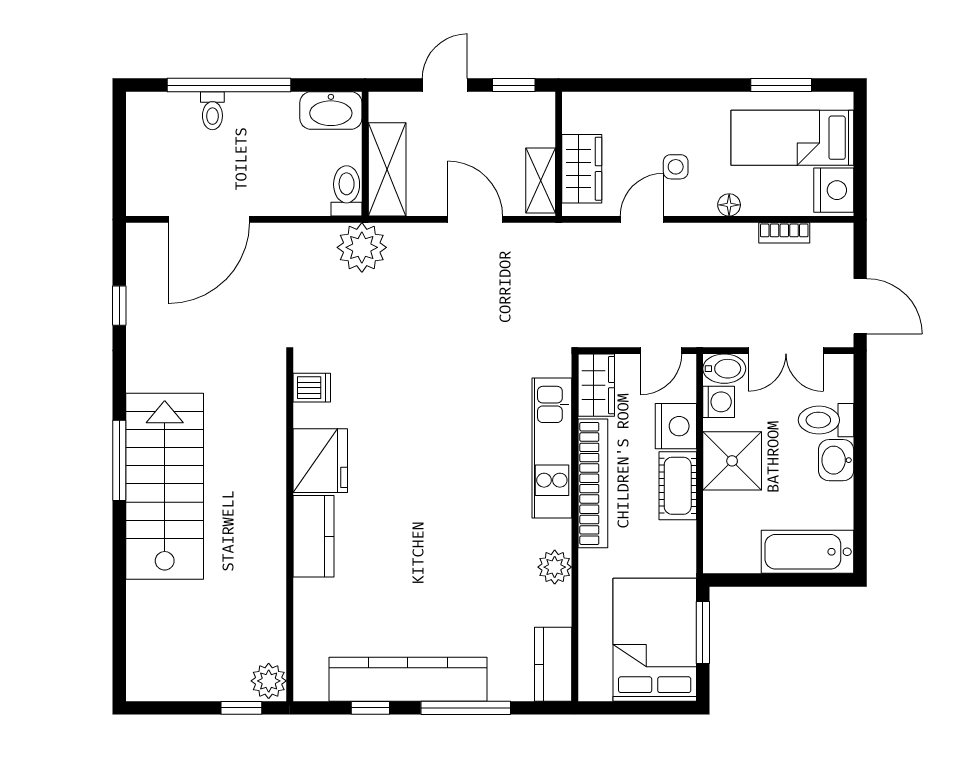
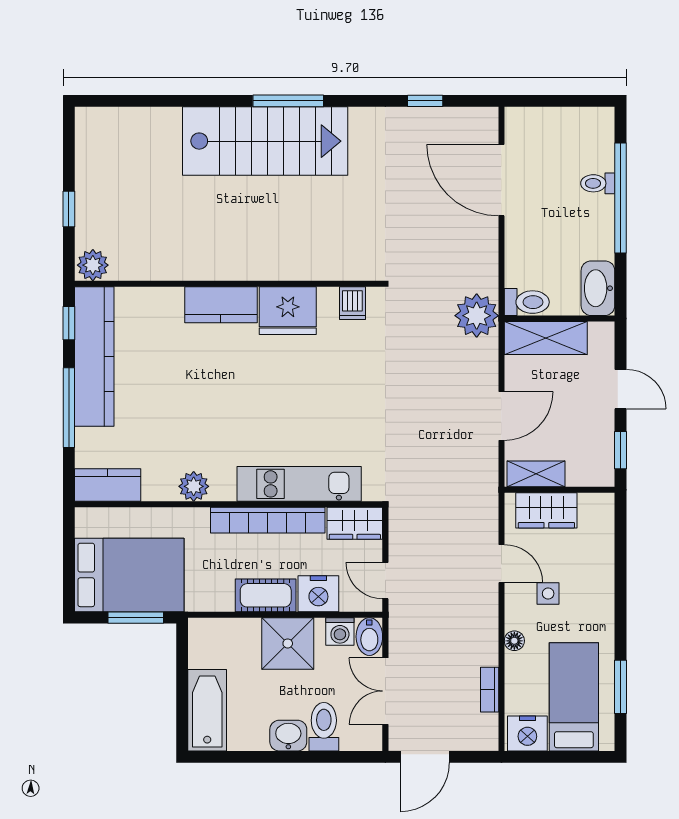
dishwasher: (312, 388) -> (352, 303), moved
fridge: (320, 461) -> (288, 311), moved
wall: (290, 528) -> (229, 284), moved
kitchen counter: (313, 536) -> (221, 305), moved
plant: (269, 681) -> (93, 265), moved

